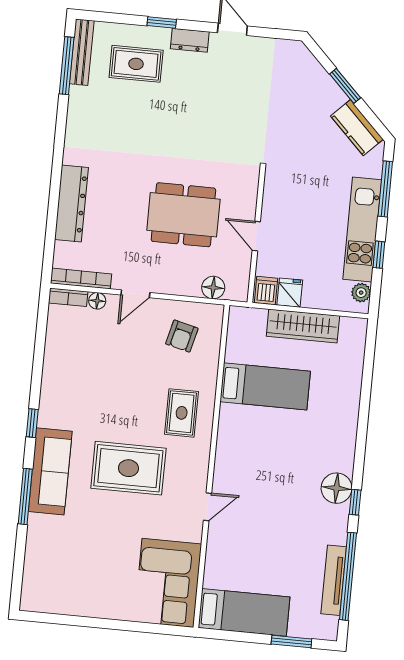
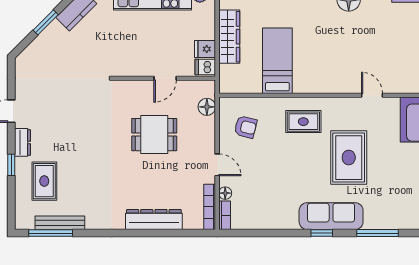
bench: (82, 52) -> (60, 223), moved
dining table: (183, 215) -> (154, 135), width x0.73
sofa: (50, 471) -> (331, 216), moved

